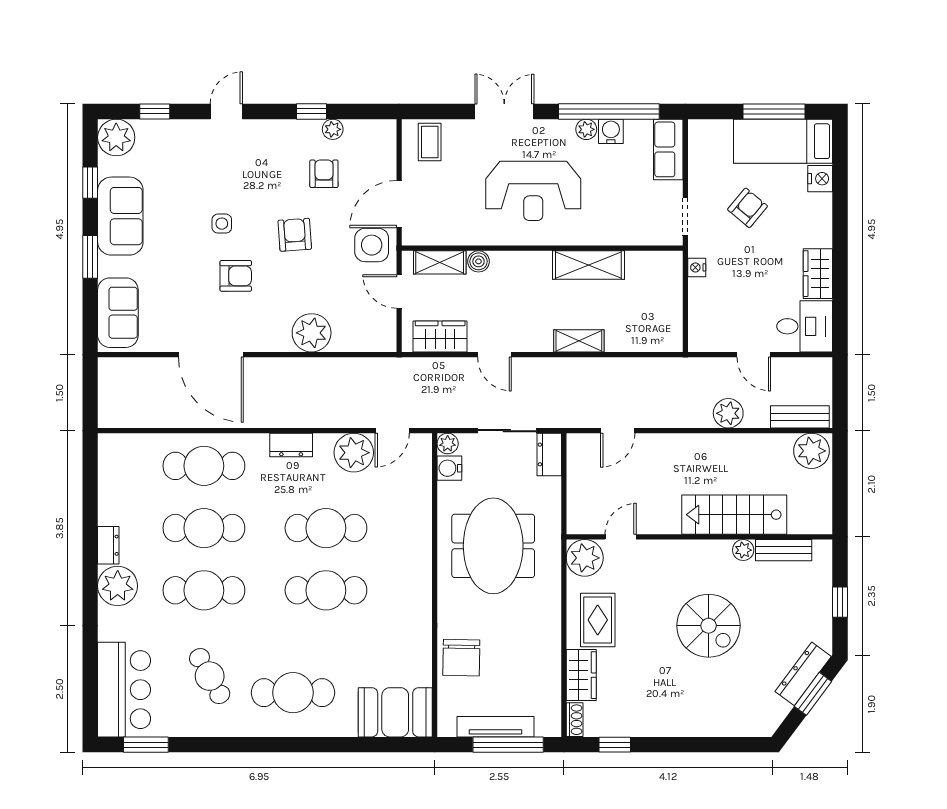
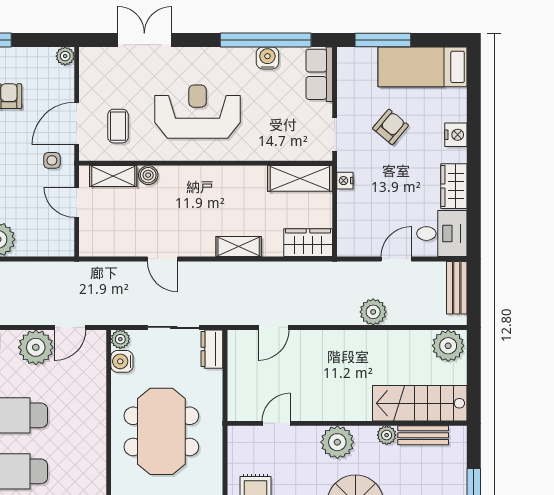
double door: (504, 111) -> (144, 40), moved
window: (774, 111) -> (383, 40), moved
plant: (333, 129) -> (65, 56), moved
plant: (586, 129) -> (245, 56), removed
coffee table: (430, 142) -> (118, 126), moved
nightstand: (820, 179) -> (456, 135), moved
reception desk: (533, 191) -> (197, 112), turned 180
side table: (372, 245) -> (52, 160), width x0.54, depth x0.54
shelving: (588, 265) -> (300, 178), moved
wardrobe: (440, 336) -> (308, 243), moved
door: (754, 355) -> (396, 259), swing flipped
bench: (800, 417) -> (457, 288), moved, turned 90
stairs: (734, 515) -> (420, 403), moved
plant: (585, 558) -> (337, 442), moved

